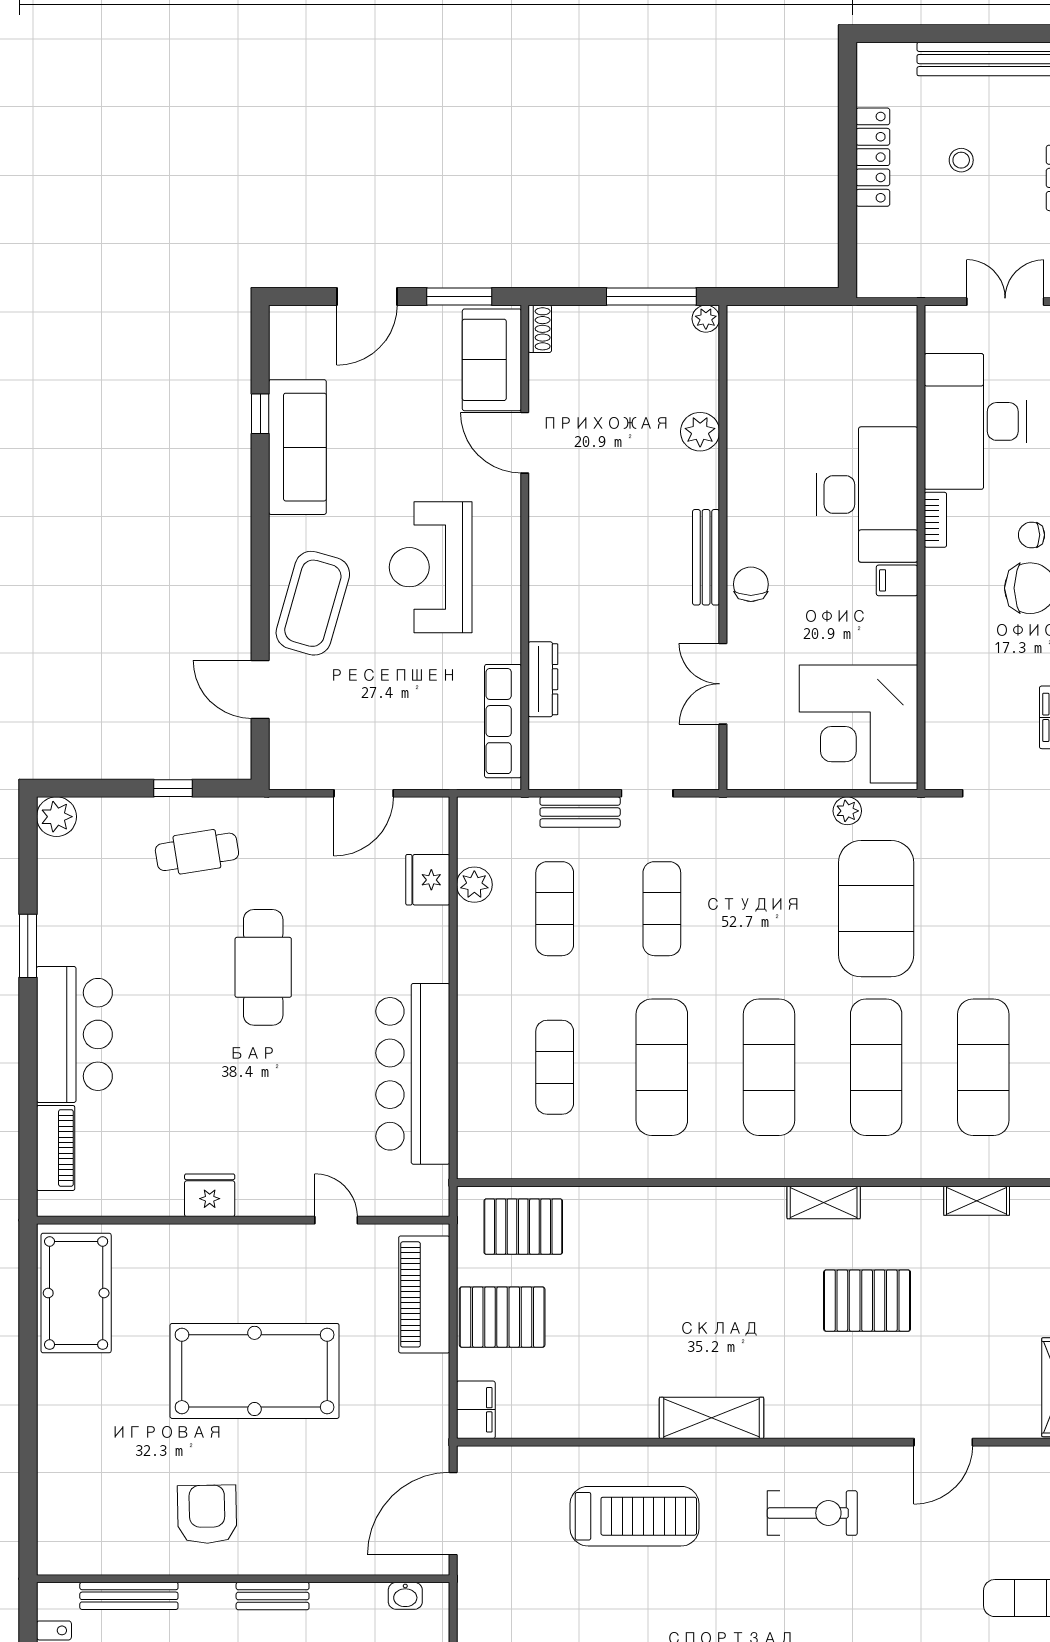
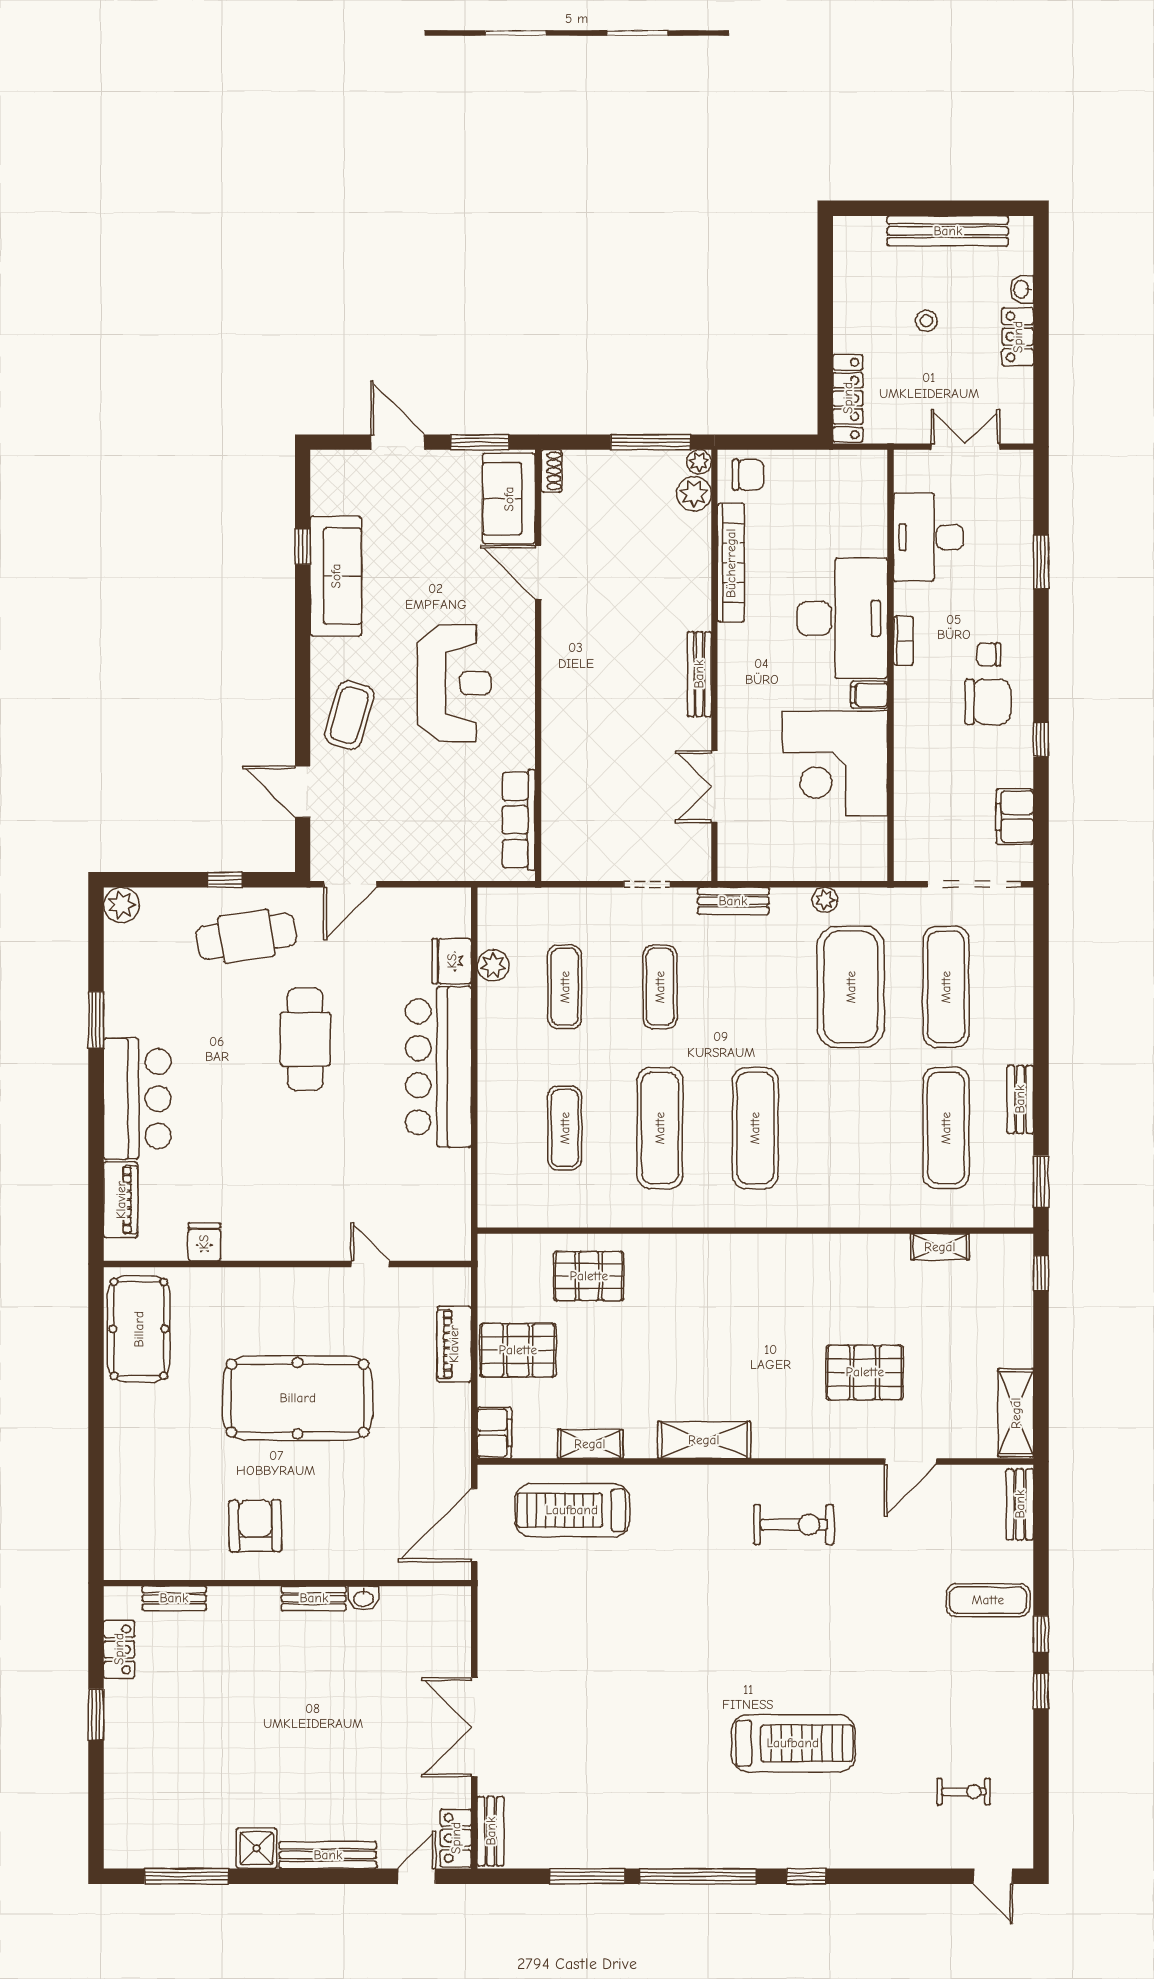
locker: (873, 157) -> (848, 398), moved
door: (367, 296) -> (398, 442), swing flipped
desk: (975, 421) -> (928, 537), width x0.73, depth x0.77
plant: (700, 432) -> (694, 494), moved
bookcase: (741, 432) -> (731, 563), added
reception desk: (431, 567) -> (454, 683), turned 180
chair: (751, 584) -> (748, 475), moved, turned 90
coffee table: (313, 603) -> (349, 715), width x0.73, depth x0.76
dresser: (543, 679) -> (554, 783), removed
corner desk: (858, 724) -> (835, 763), moved
door: (364, 793) -> (350, 884), moved
bench: (580, 812) -> (733, 901), moved
cafe table: (197, 852) -> (246, 936), width x1.37, depth x1.35
exercise mat: (876, 1067) -> (946, 987), moved
bar counter: (413, 1074) -> (438, 1067), moved
fridge: (210, 1195) -> (204, 1242), moved, width x0.72
shelving: (824, 1202) -> (590, 1444), moved
pallet: (523, 1227) -> (589, 1276), moved
piano: (424, 1294) -> (454, 1344), width x0.73, depth x0.75
pallet: (867, 1301) -> (865, 1372), moved
treadmill: (635, 1516) -> (572, 1510), moved, turned 180
bench: (129, 1596) -> (174, 1598), width x0.73
washbasin: (405, 1596) -> (363, 1598), moved

